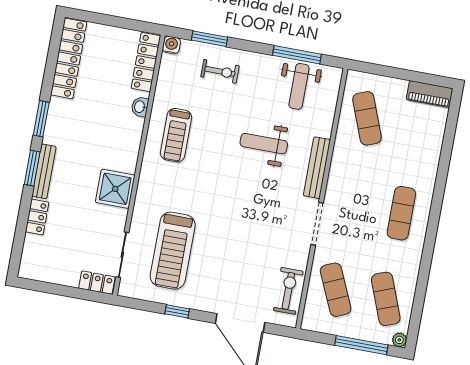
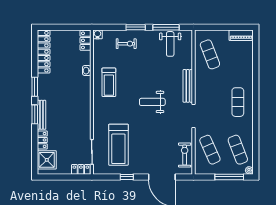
window: (210, 39) -> (136, 27), moved
locker: (146, 62) -> (85, 40), width x0.66
weight bench: (264, 144) -> (152, 102), moved
shower: (115, 189) -> (47, 160), moved

